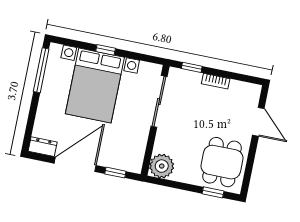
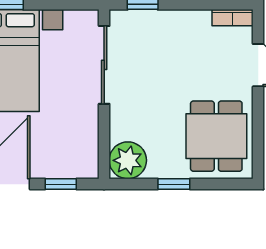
bookcase: (216, 81) -> (233, 18), moved
window: (213, 192) -> (174, 184), moved

